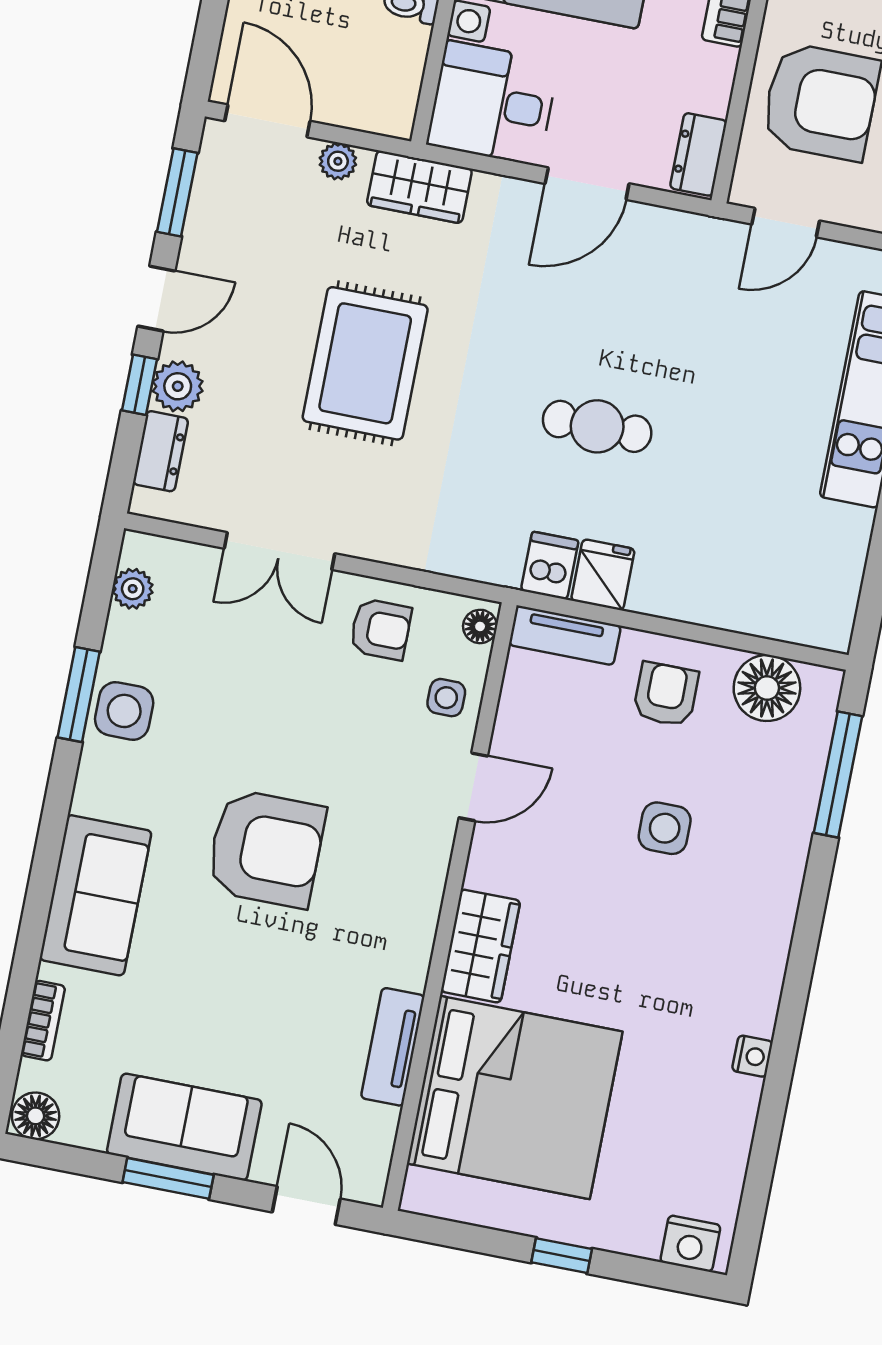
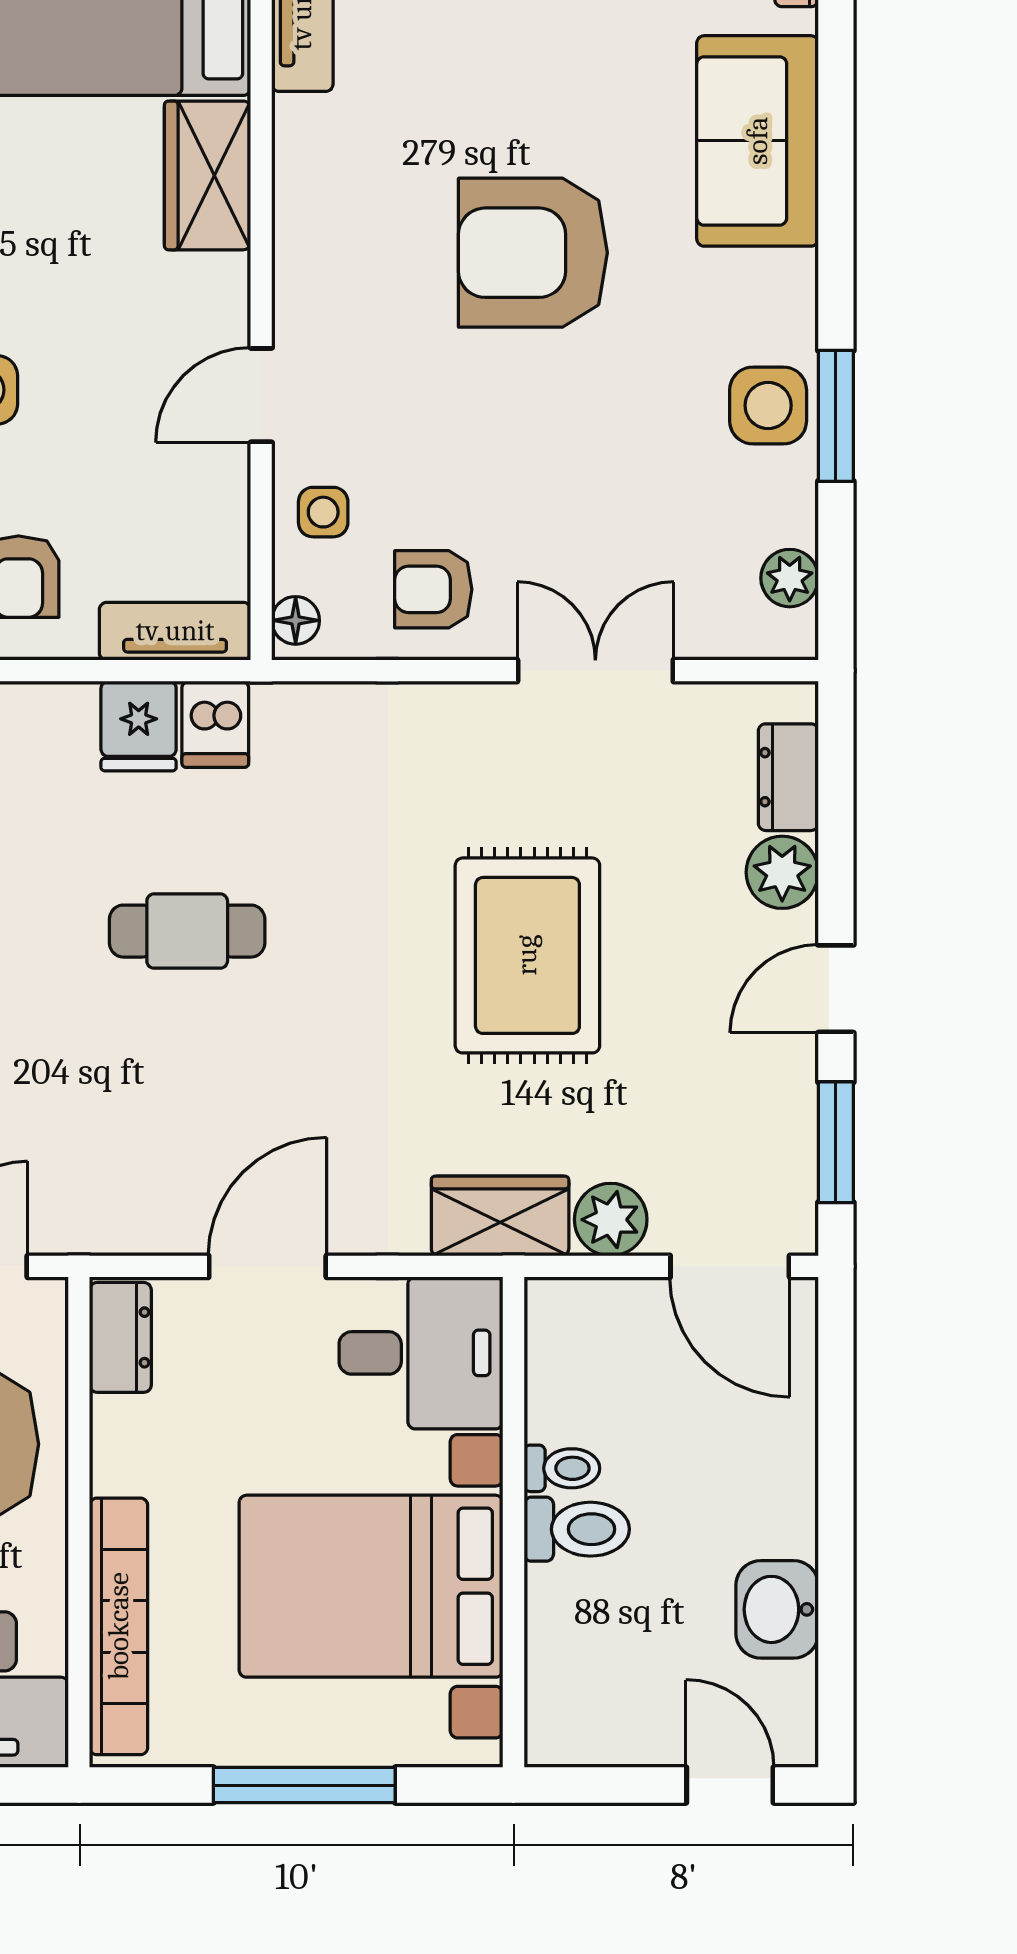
plant: (338, 161) -> (611, 1220), width x1.38, depth x1.38
window: (139, 385) -> (836, 864), removed

